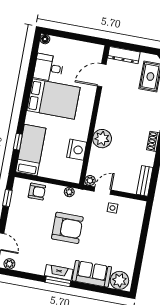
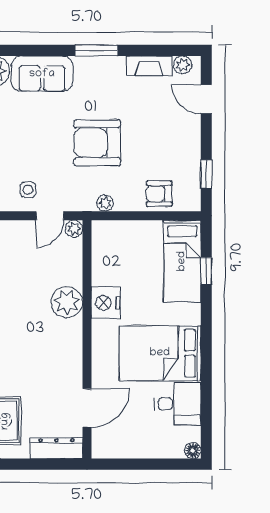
nightstand: (77, 150) -> (106, 303), moved
fireplace: (59, 272) -> (149, 66), moved

